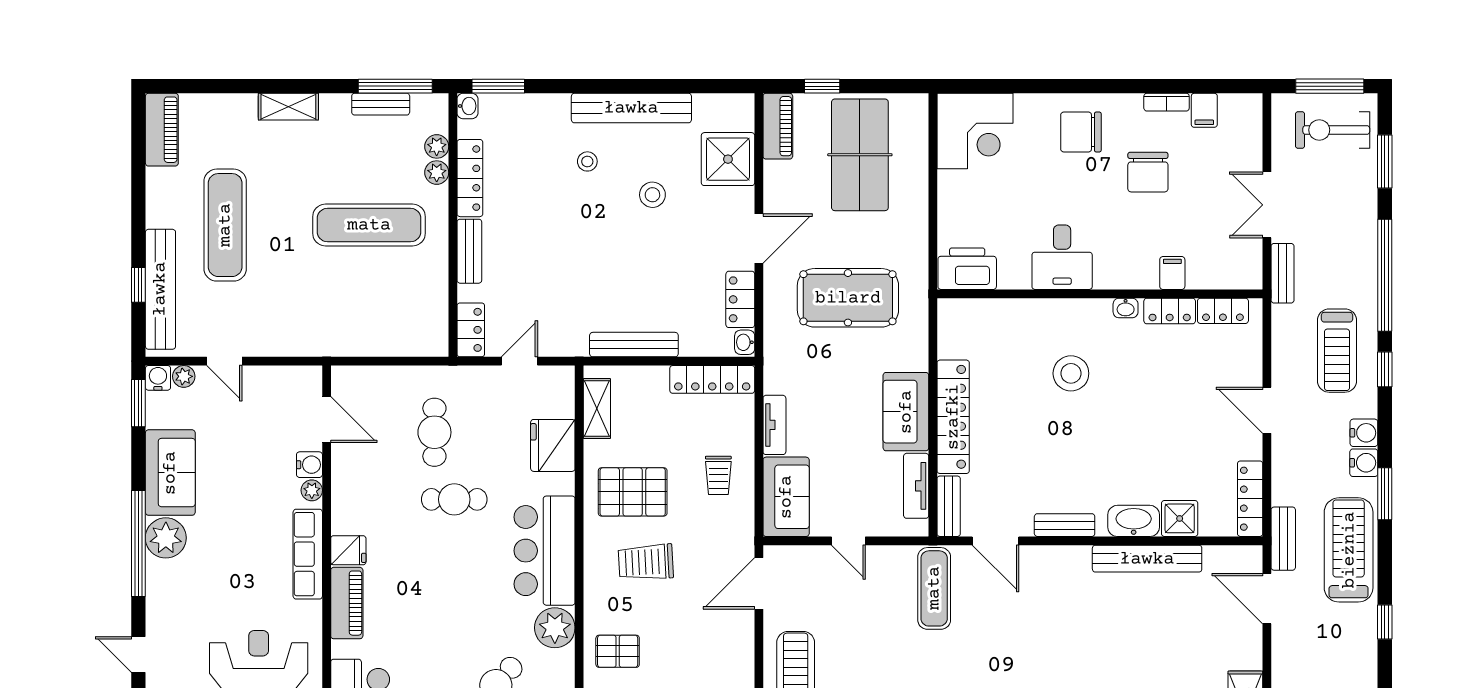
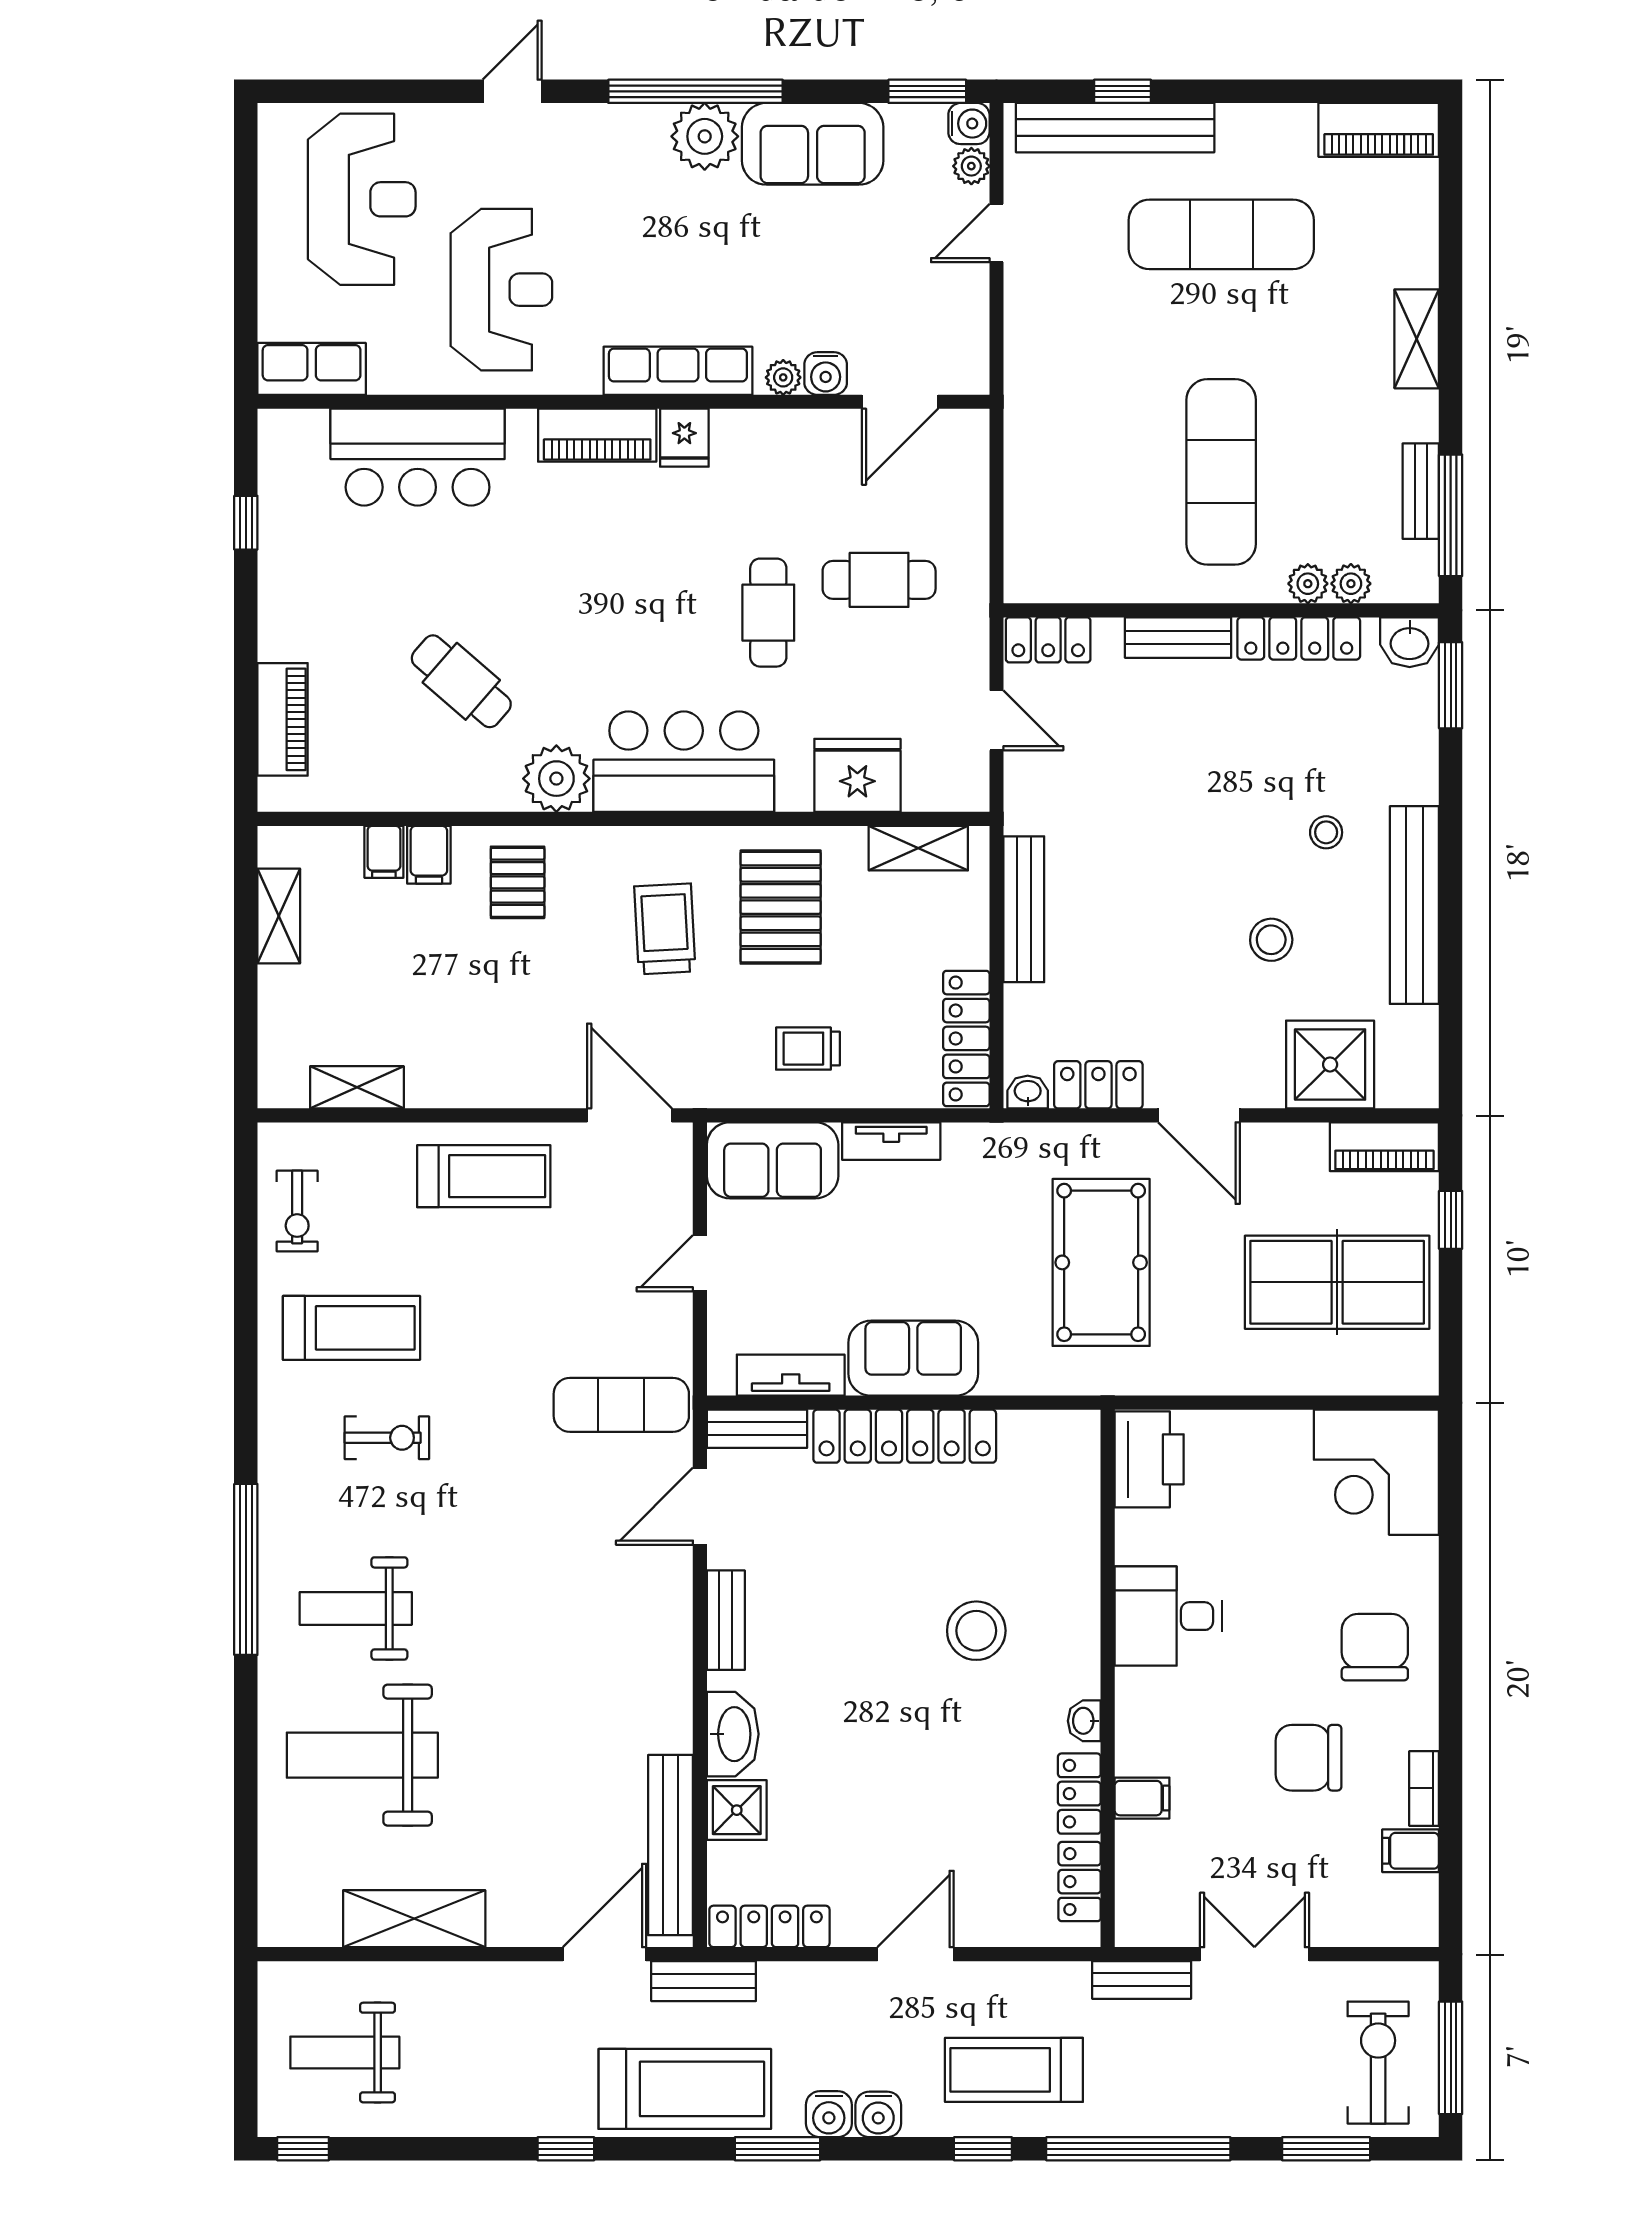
washbasin: (467, 106) -> (1410, 642), width x1.38, depth x1.45
bench: (1147, 559) -> (671, 1845), moved

